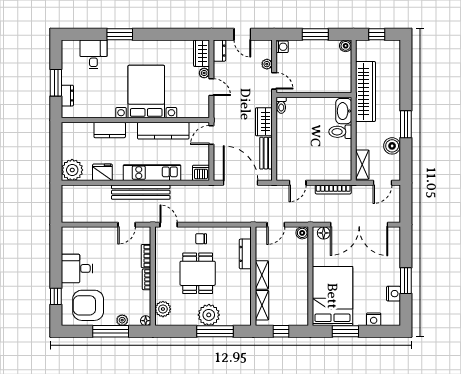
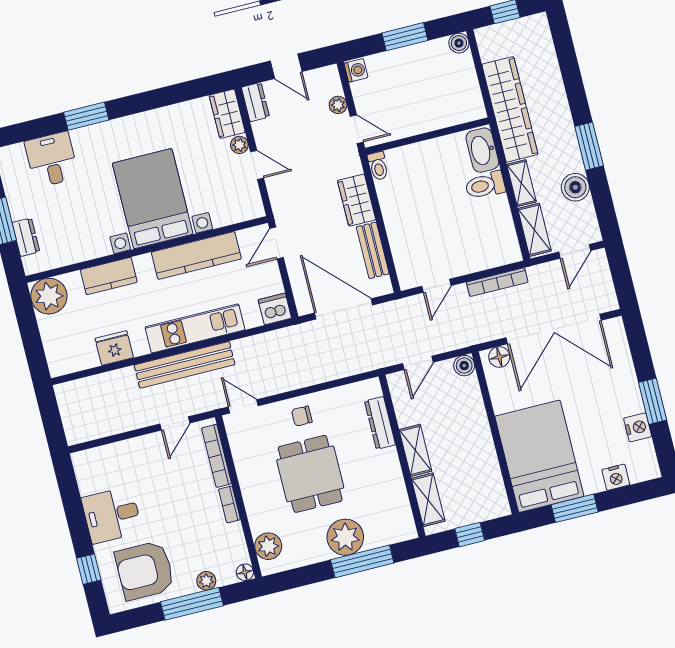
shelving: (362, 136) -> (521, 183), added
plant: (72, 170) -> (49, 296), moved
bookcase: (146, 256) -> (216, 456), width x1.56

